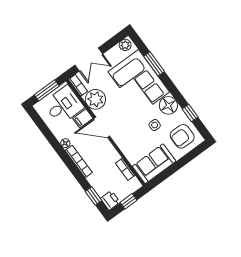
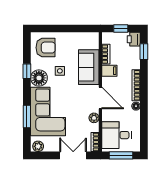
plant: (95, 99) -> (94, 118), width x0.53, depth x0.53
window: (190, 113) -> (27, 71), moved
filing cabinet: (83, 118) -> (109, 71), moved
sofa: (154, 164) -> (89, 67), moved, turned 90

